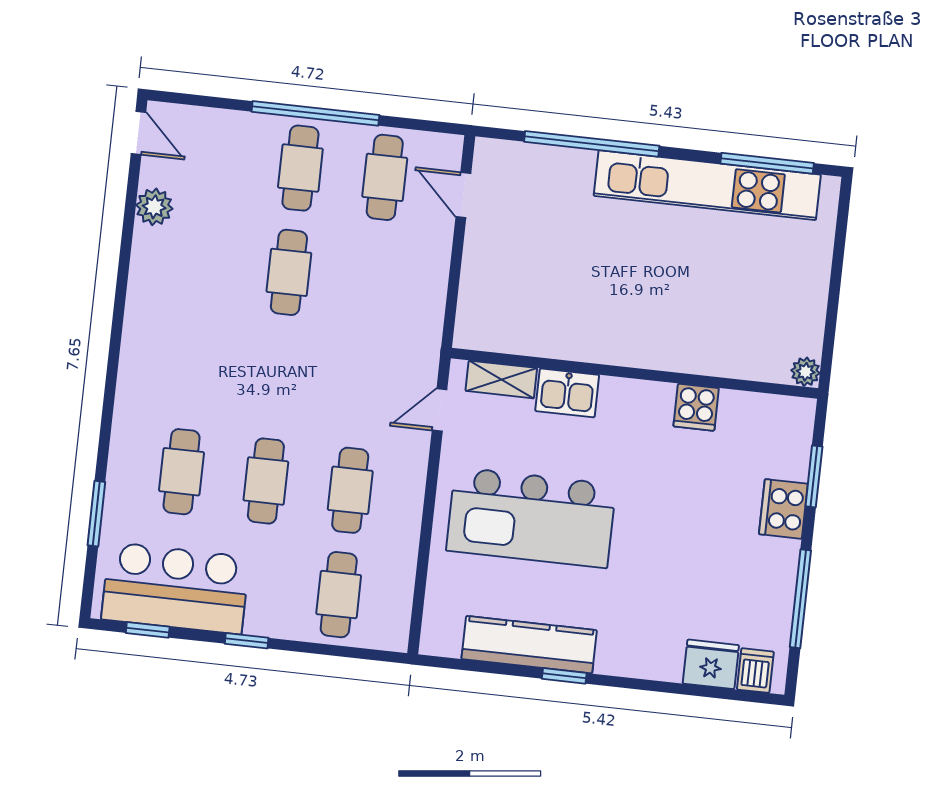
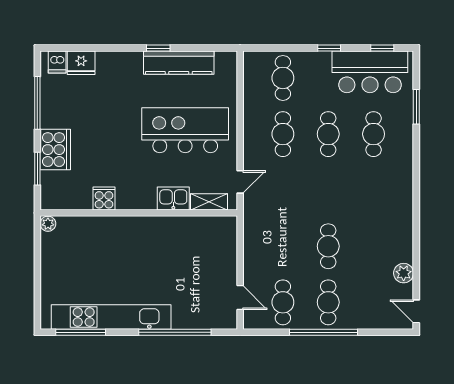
cooker: (783, 509) -> (55, 150), width x1.37, depth x1.31

